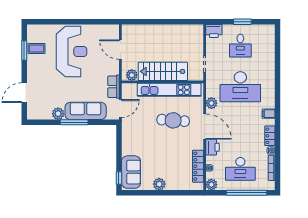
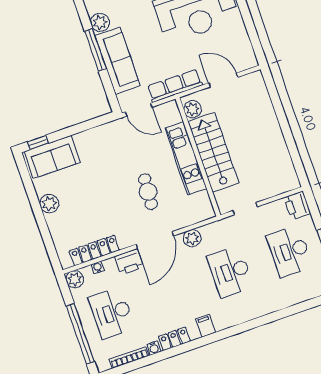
desk: (240, 46) -> (290, 251), width x1.37
door: (120, 50) -> (223, 80), hinge flipped
row of seats: (113, 87) -> (175, 86), width x1.48
desk: (240, 87) -> (230, 272), width x0.73, depth x0.77
kitchen unit: (169, 90) -> (186, 158), width x0.73
cafe table: (173, 120) -> (148, 192), width x0.73, depth x0.74

